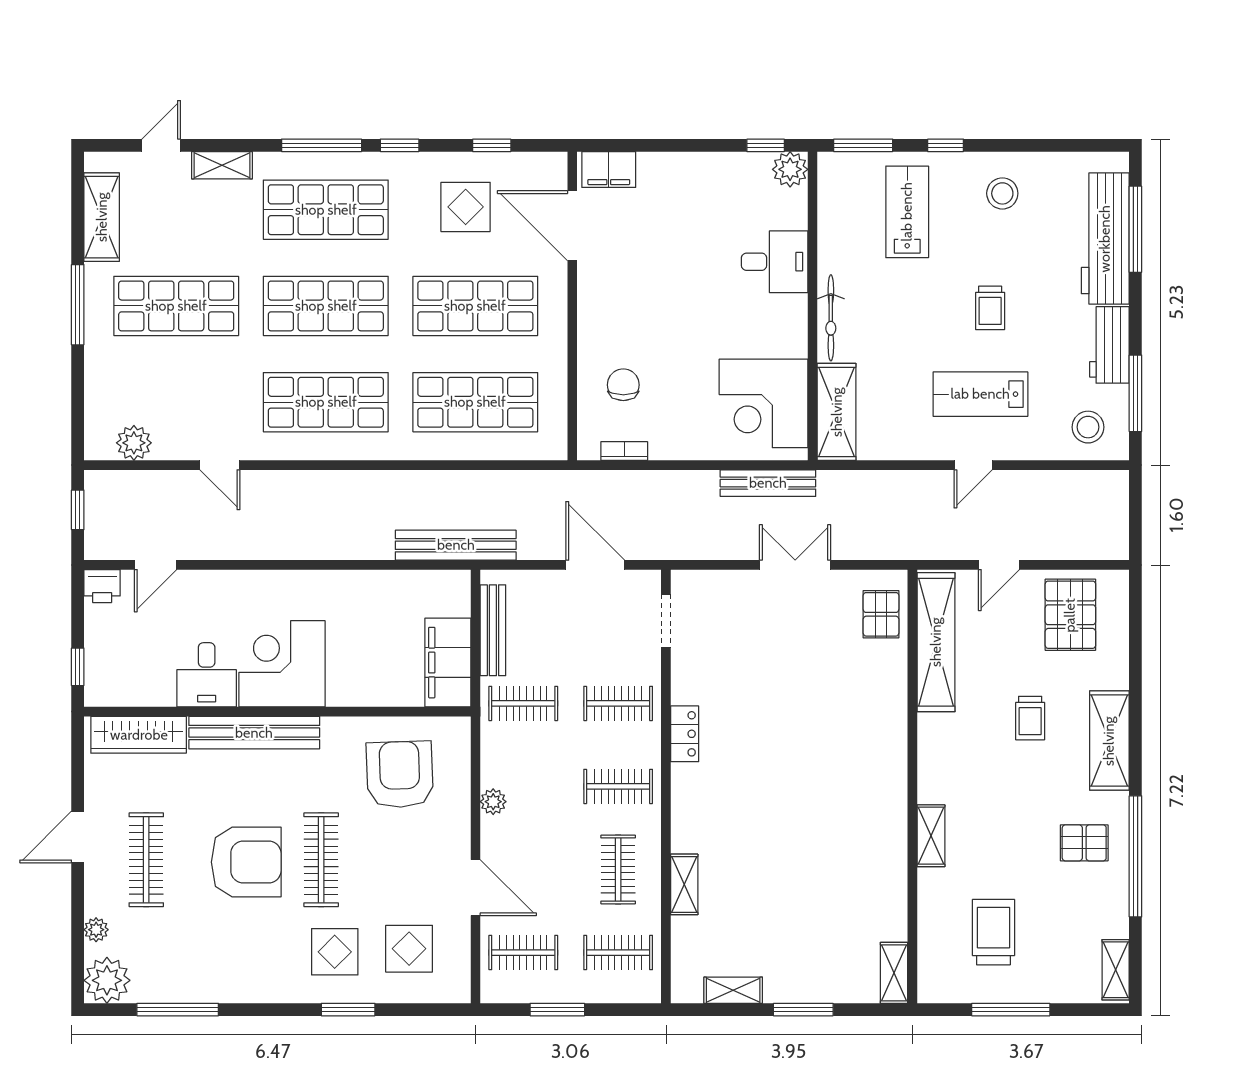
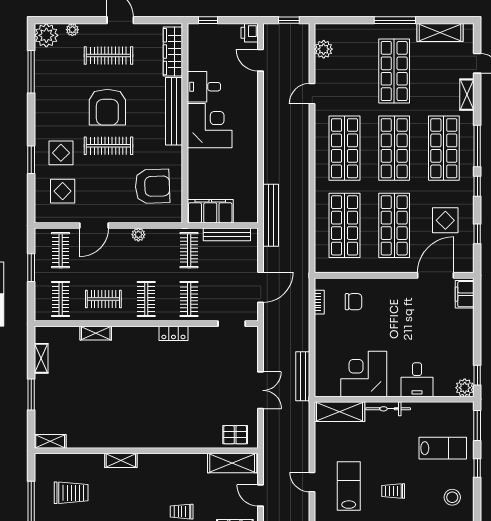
corner desk: (763, 403) -> (364, 374), moved
shelving: (936, 642) -> (232, 463), width x0.68

